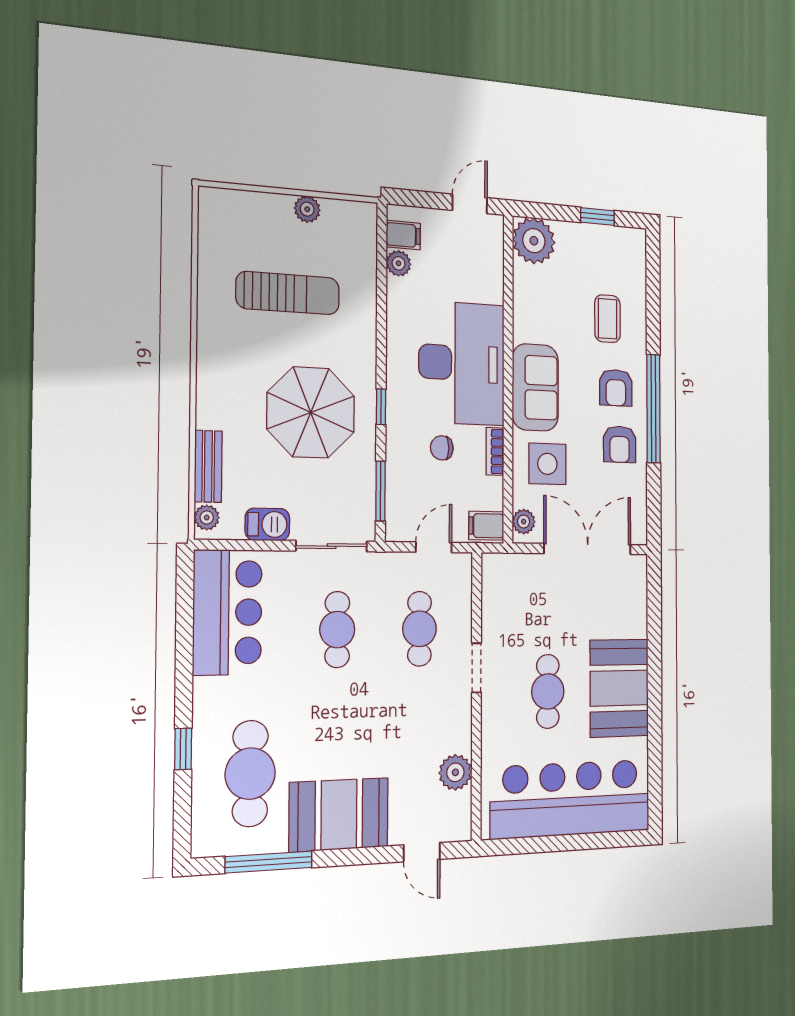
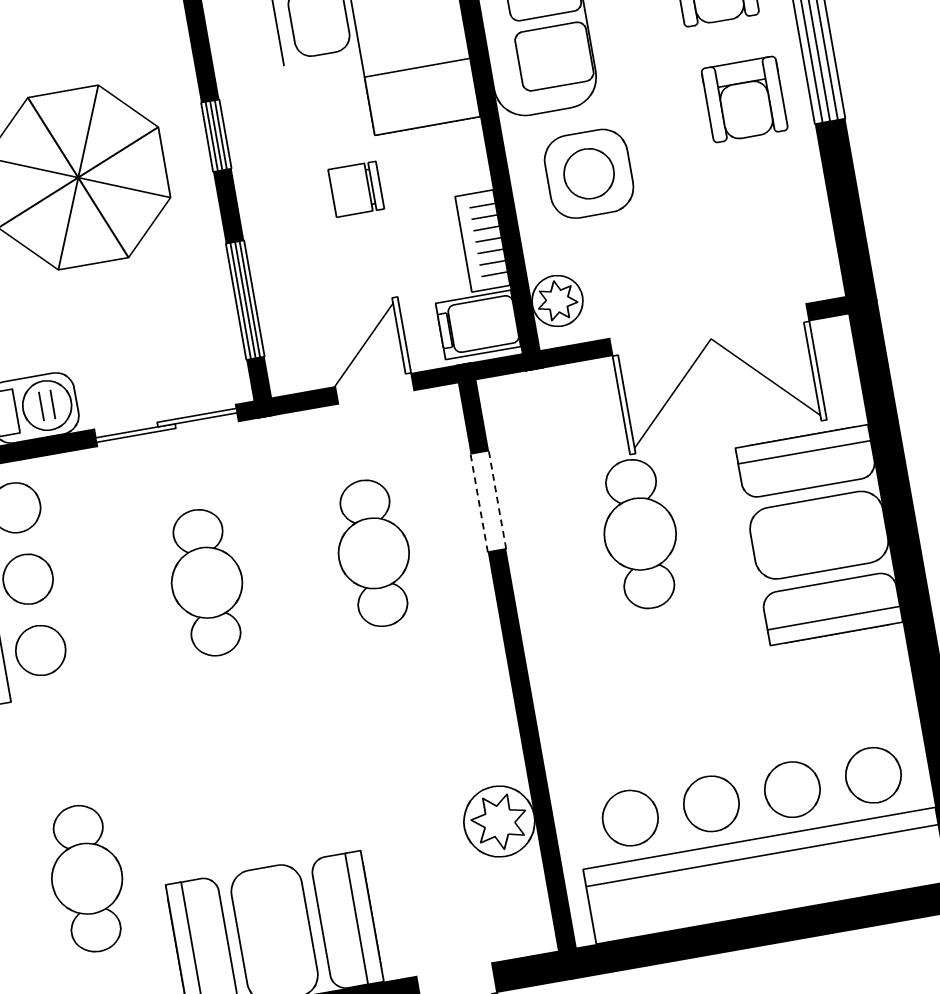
bookcase: (495, 451) -> (483, 241), moved
double door: (588, 549) -> (709, 330), swing flipped
doorway: (476, 668) -> (488, 501), moved
booth: (619, 688) -> (819, 535), moved
cafe table: (548, 691) -> (640, 534), moved
cafe table: (250, 774) -> (87, 879), width x0.73, depth x0.74

